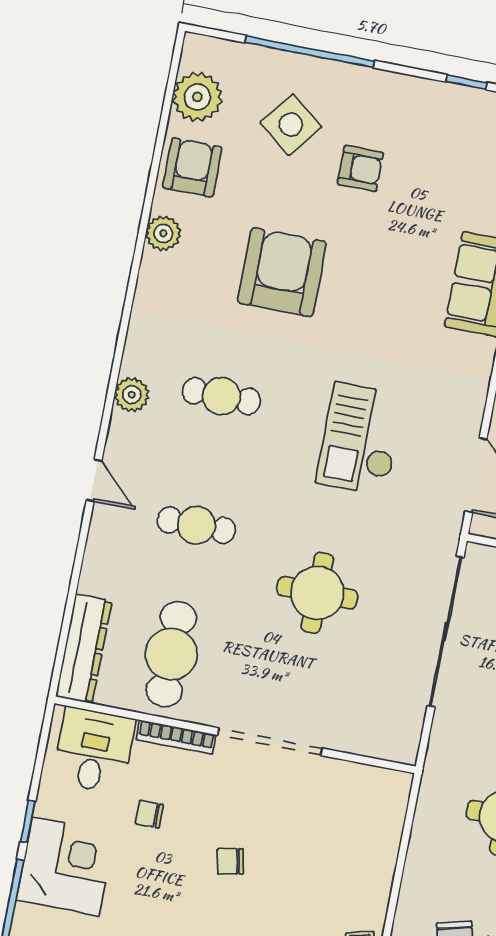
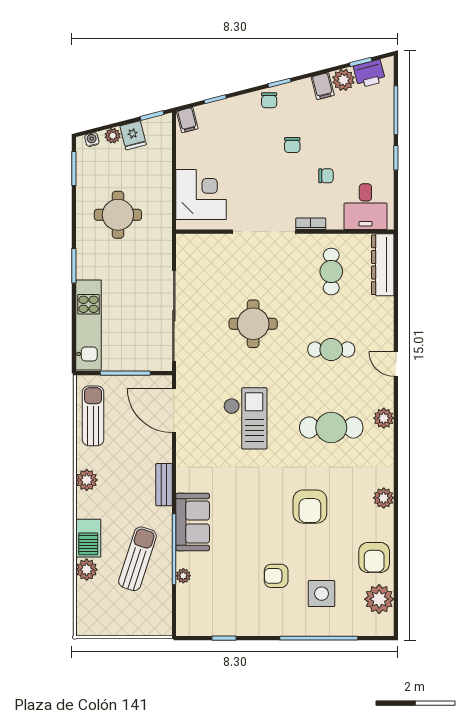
side table: (291, 125) -> (322, 594), turned -38
plant: (163, 233) -> (384, 498), moved
armchair: (282, 272) -> (310, 507), width x0.73, depth x0.73
cafe table: (221, 396) -> (331, 428), width x1.37, depth x1.35
cafe table: (171, 654) -> (331, 271), width x0.73, depth x0.74
bookcase: (176, 737) -> (311, 224), width x0.64
chair: (230, 861) -> (292, 145), moved, turned 101
corner desk: (66, 866) -> (201, 194), moved, turned 180

